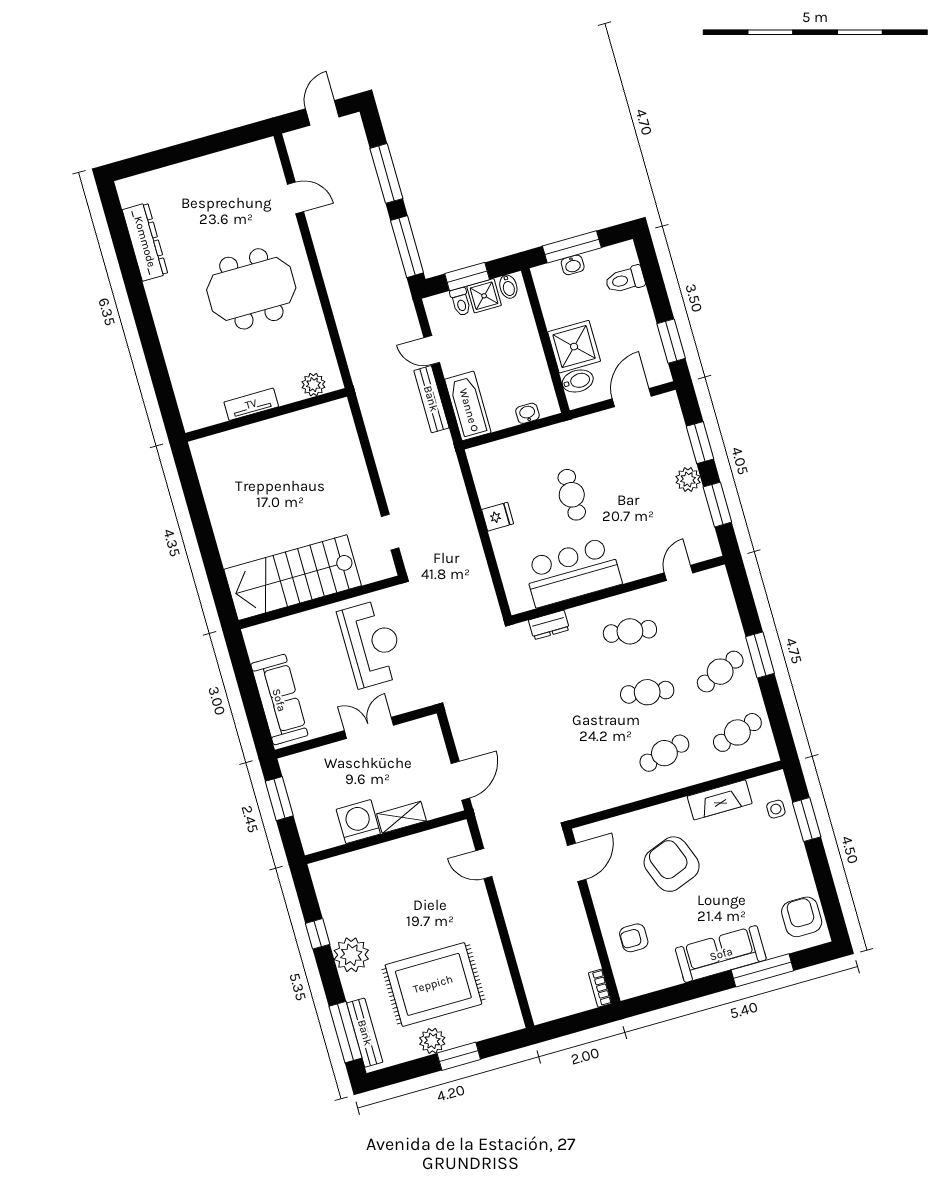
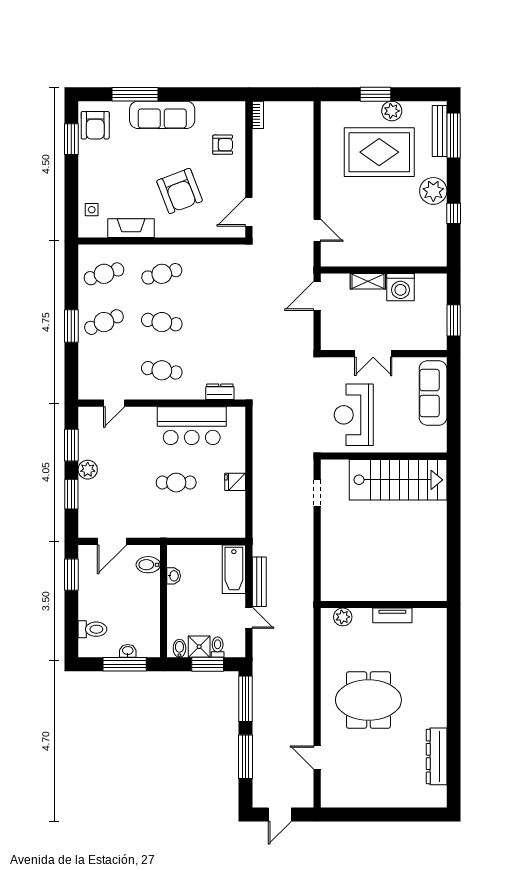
shower: (574, 347) -> (144, 591), removed
washbasin: (527, 413) -> (174, 576), moved, turned -90
cafe table: (572, 495) -> (176, 483), turned 90
window: (807, 820) -> (71, 139), moved

